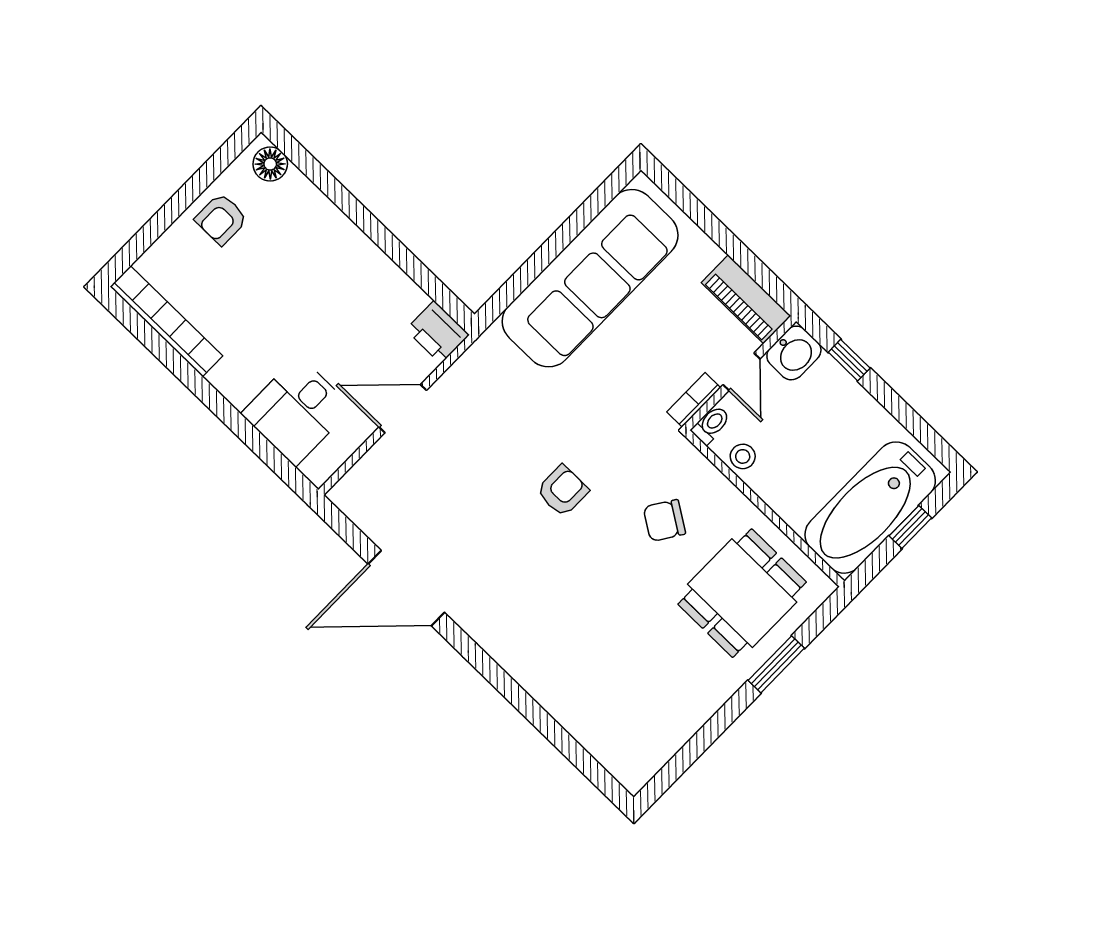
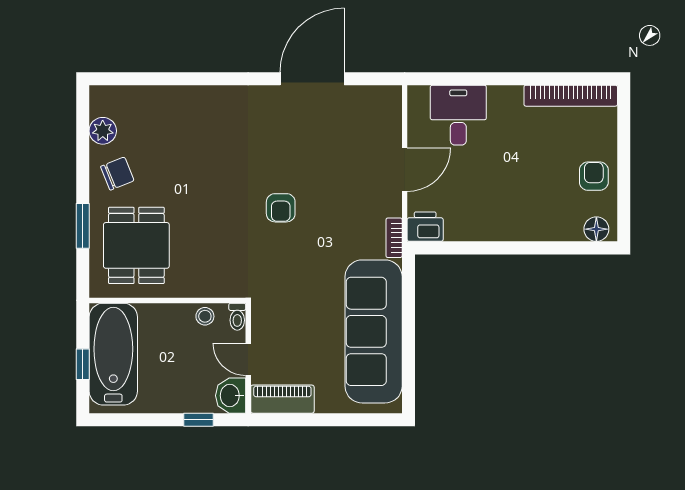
bookcase: (694, 400) -> (394, 238), moved, turned 180
chair: (664, 520) -> (117, 174), moved, turned 35
plant: (665, 739) -> (103, 131), added

